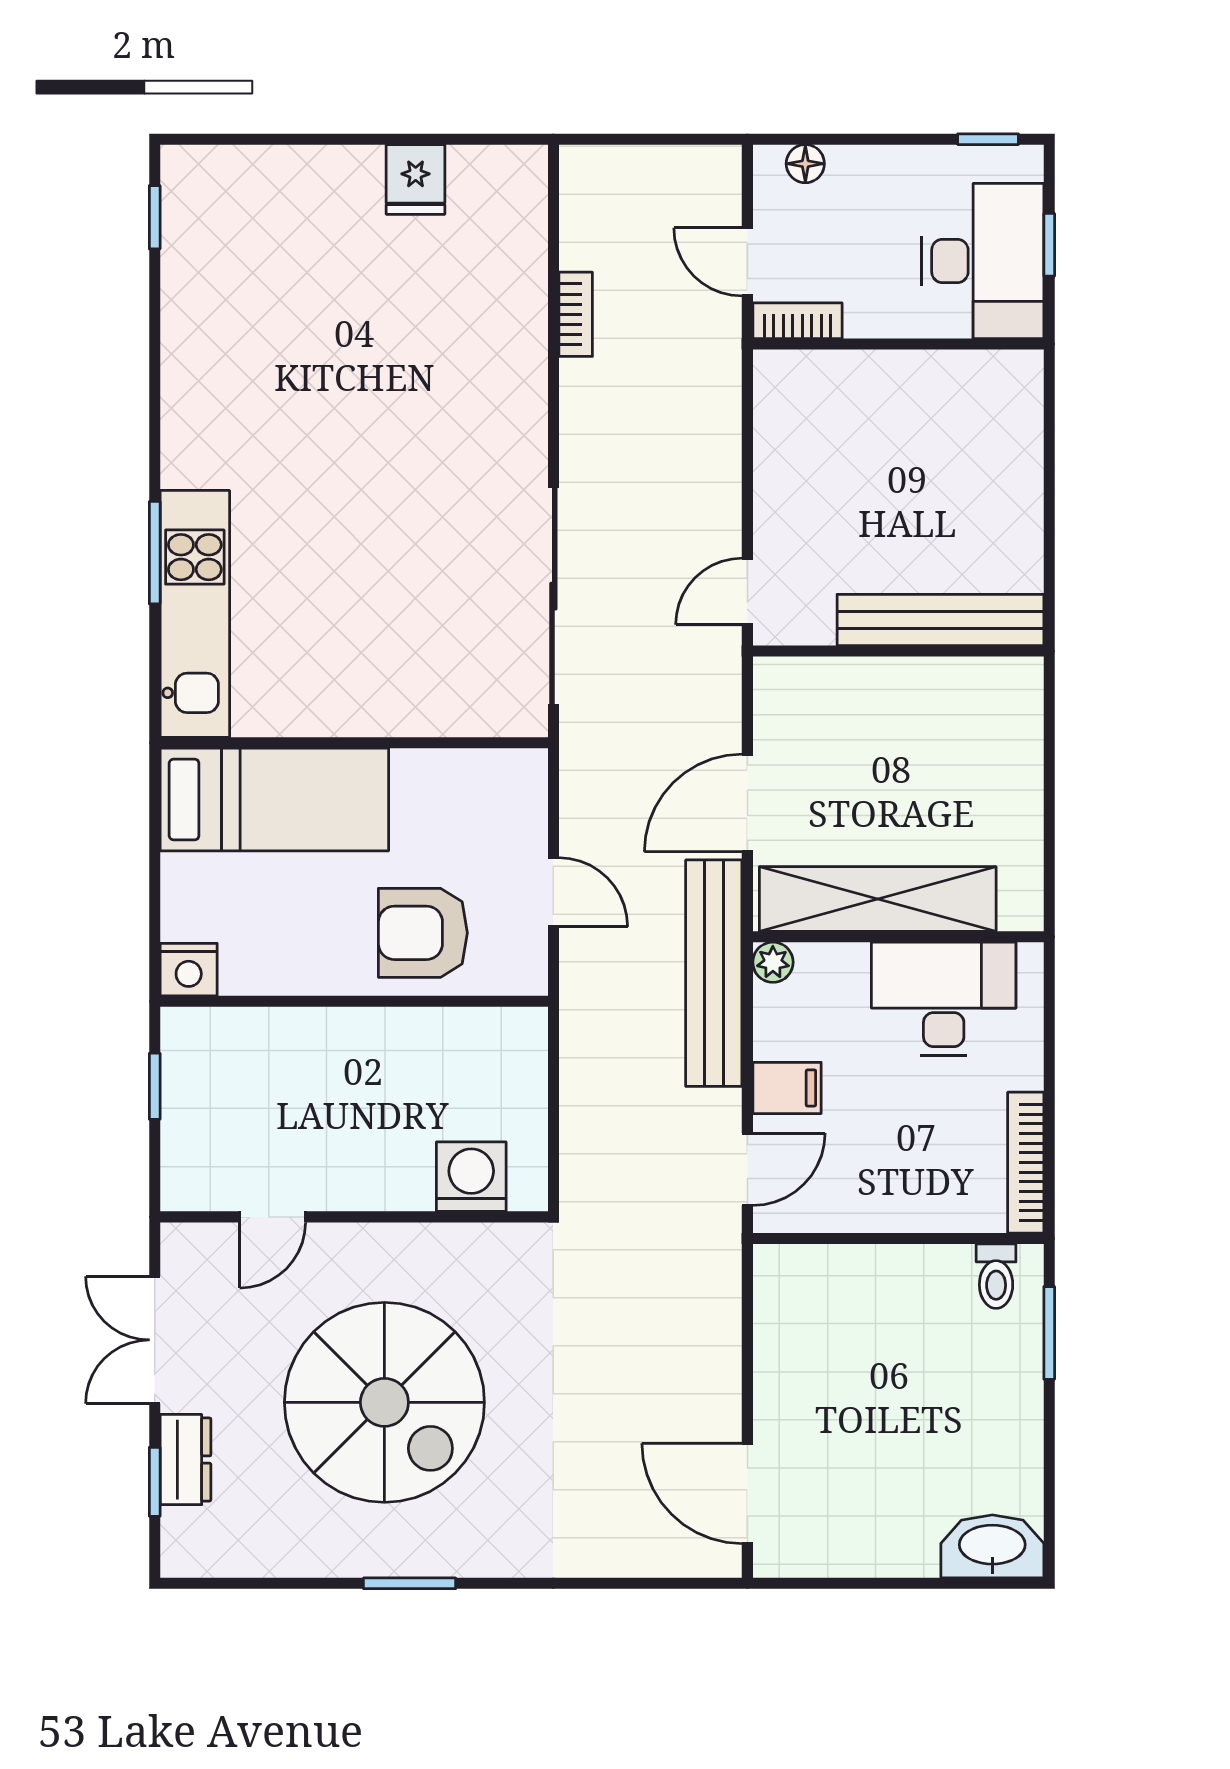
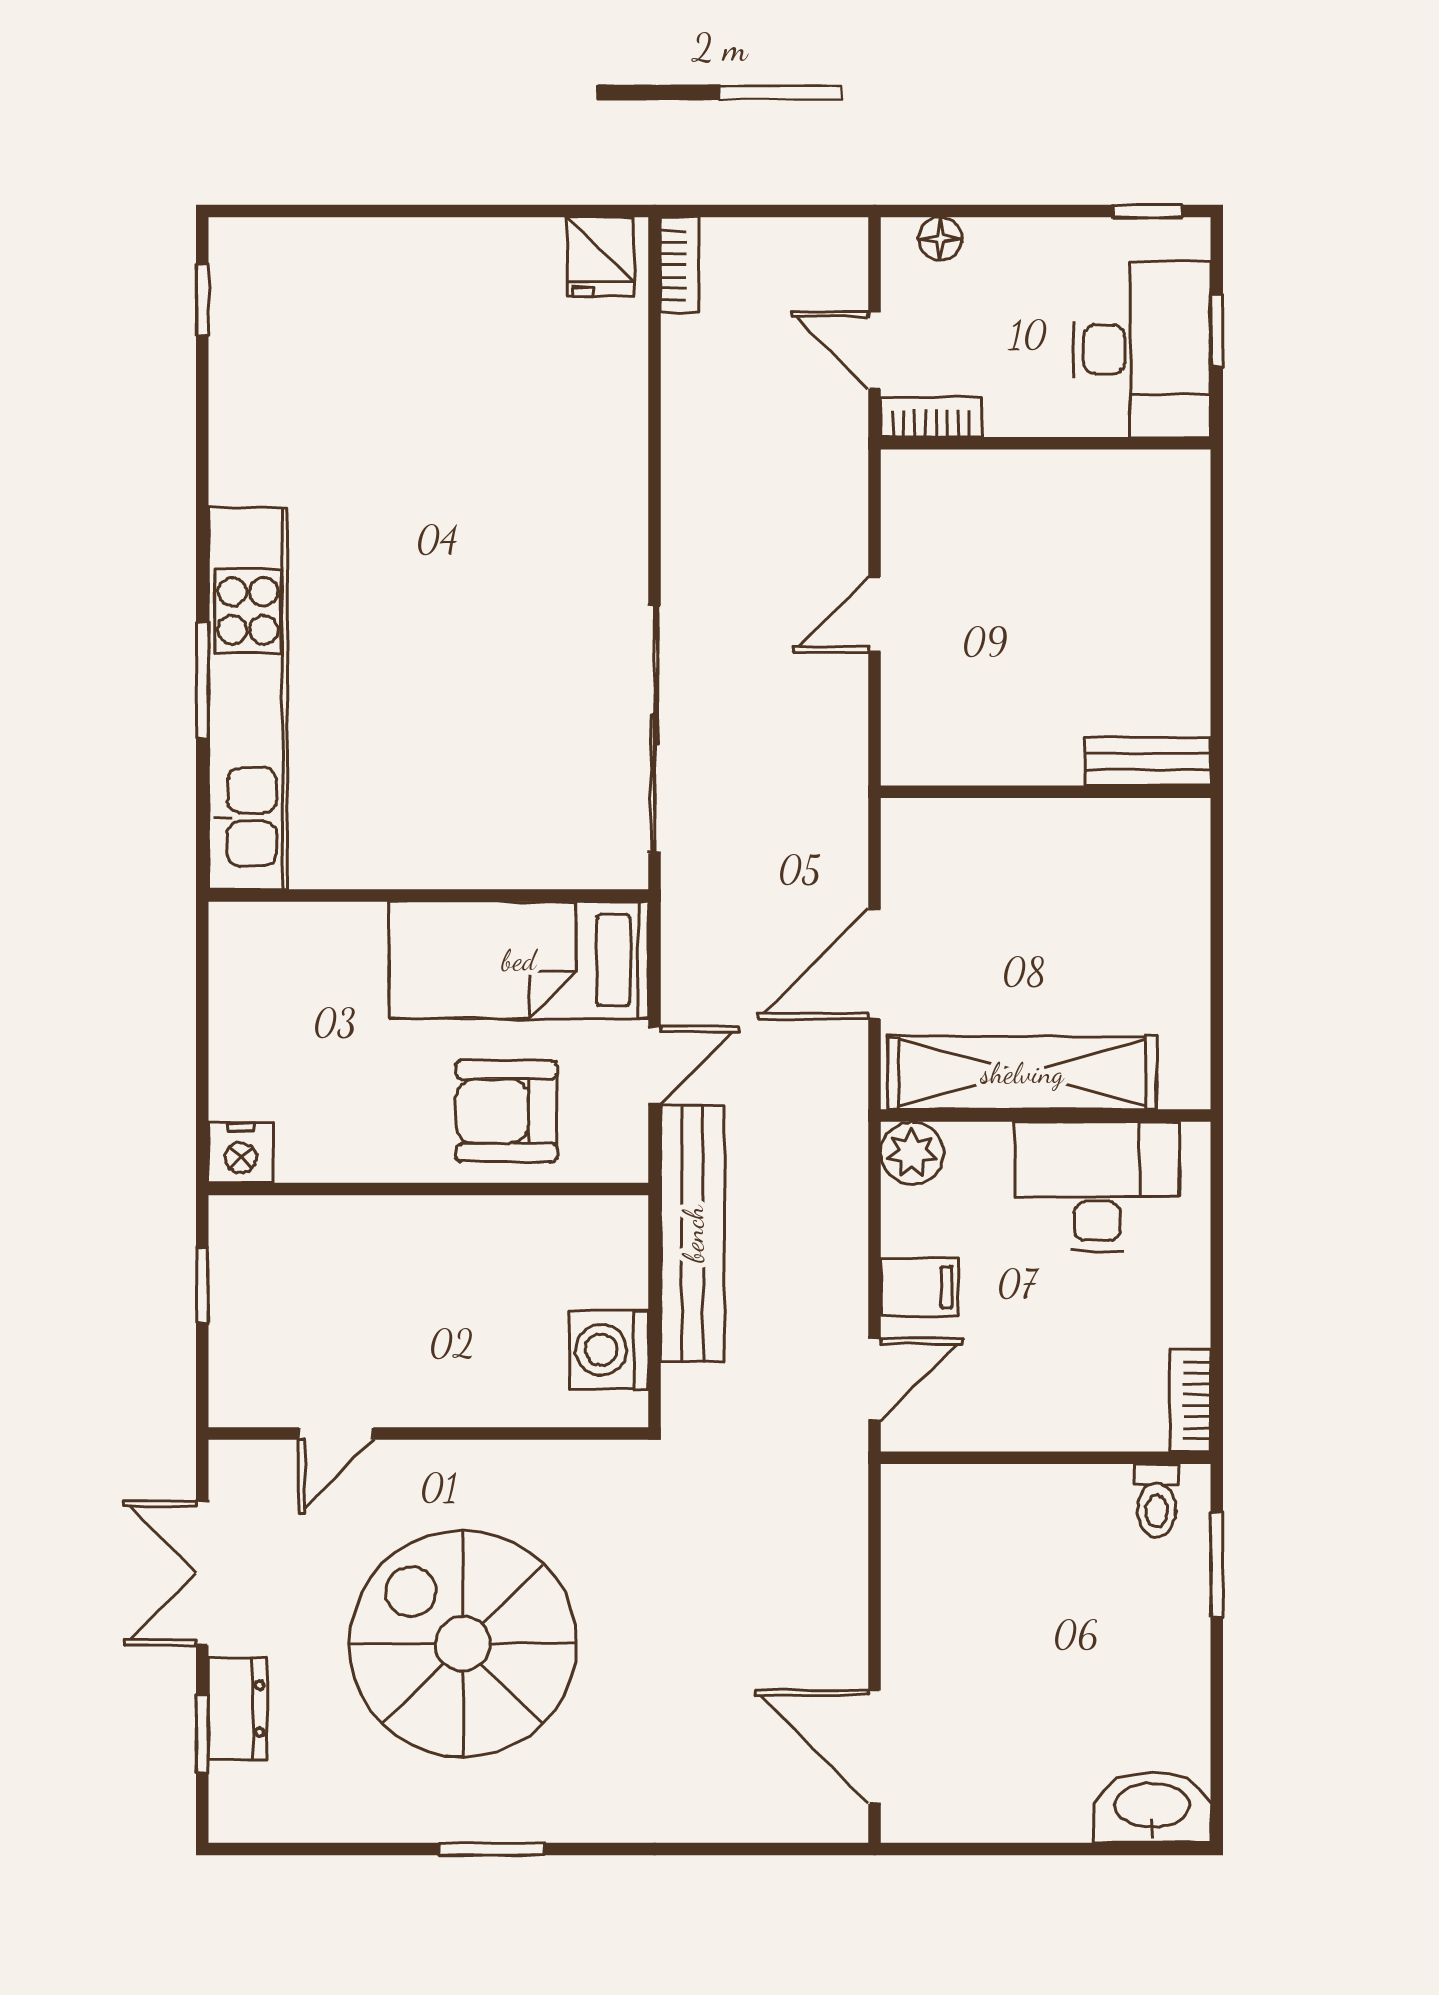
fridge: (416, 179) -> (600, 257), moved
bookcase: (576, 314) -> (680, 265), moved
door: (747, 591) -> (875, 614), moved
kitchen unit: (195, 614) -> (248, 699), width x1.36
bench: (940, 620) -> (1148, 762), width x0.54, depth x0.82
bed: (274, 800) -> (519, 960), moved, turned 180
door: (553, 892) -> (655, 1065), hinge flipped
plant: (773, 962) -> (912, 1153), width x1.38, depth x1.38
bench: (714, 973) -> (693, 1234), moved
bookcase: (1026, 1163) -> (1190, 1401), width x0.64
washing machine: (471, 1177) -> (609, 1350), moved, turned -90
spiral stairs: (384, 1402) -> (463, 1644), turned 180

